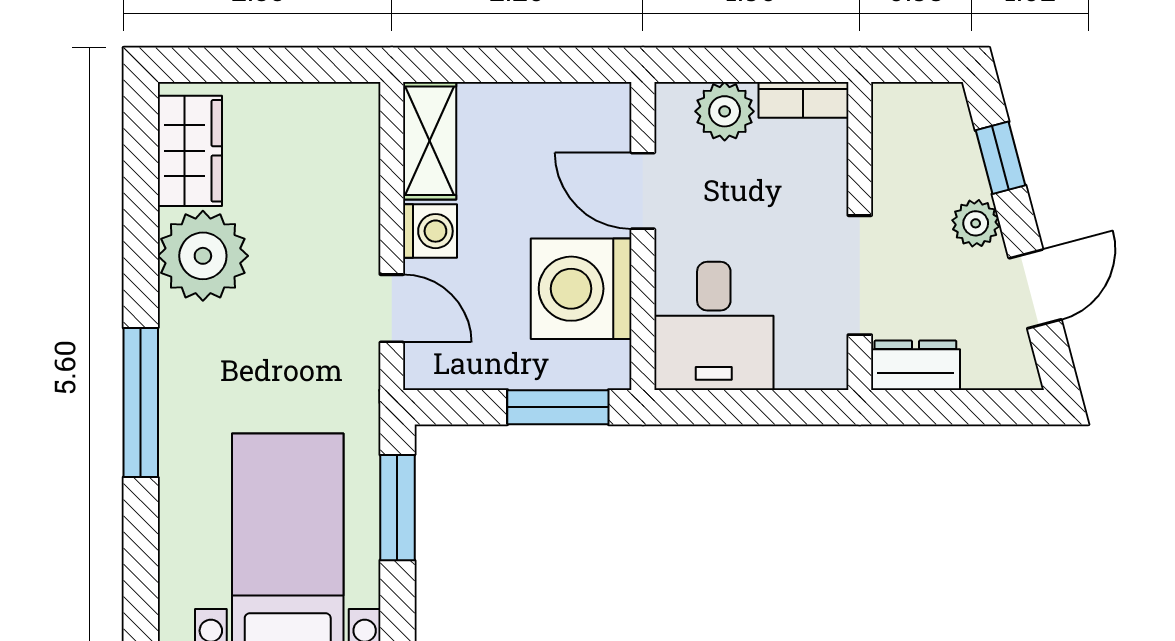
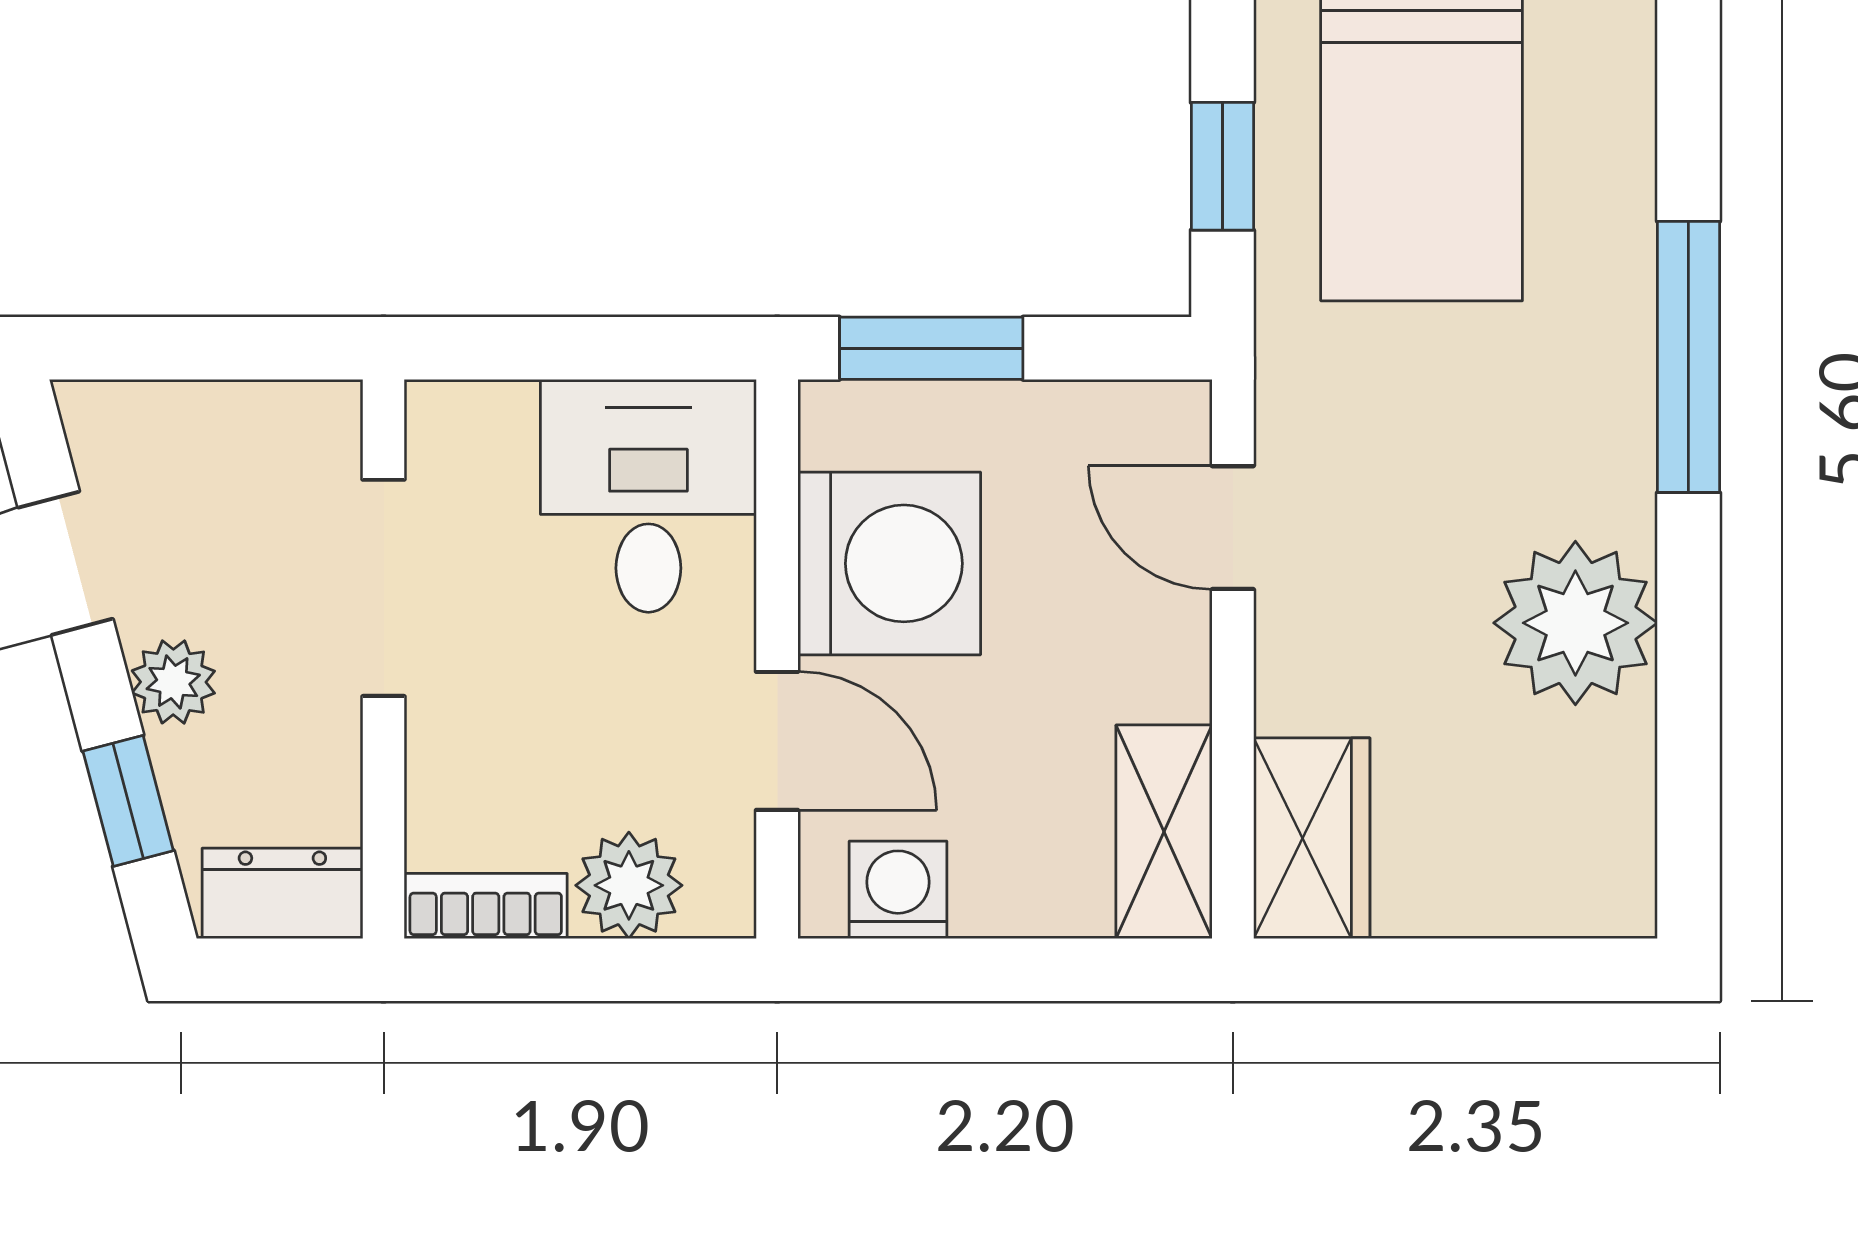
wardrobe: (190, 151) -> (1312, 838), moved, turned 180
washing machine: (430, 231) -> (898, 890), moved, turned 90
dresser: (915, 365) -> (282, 893), moved, turned 180
window: (397, 508) -> (1222, 166), width x0.67

